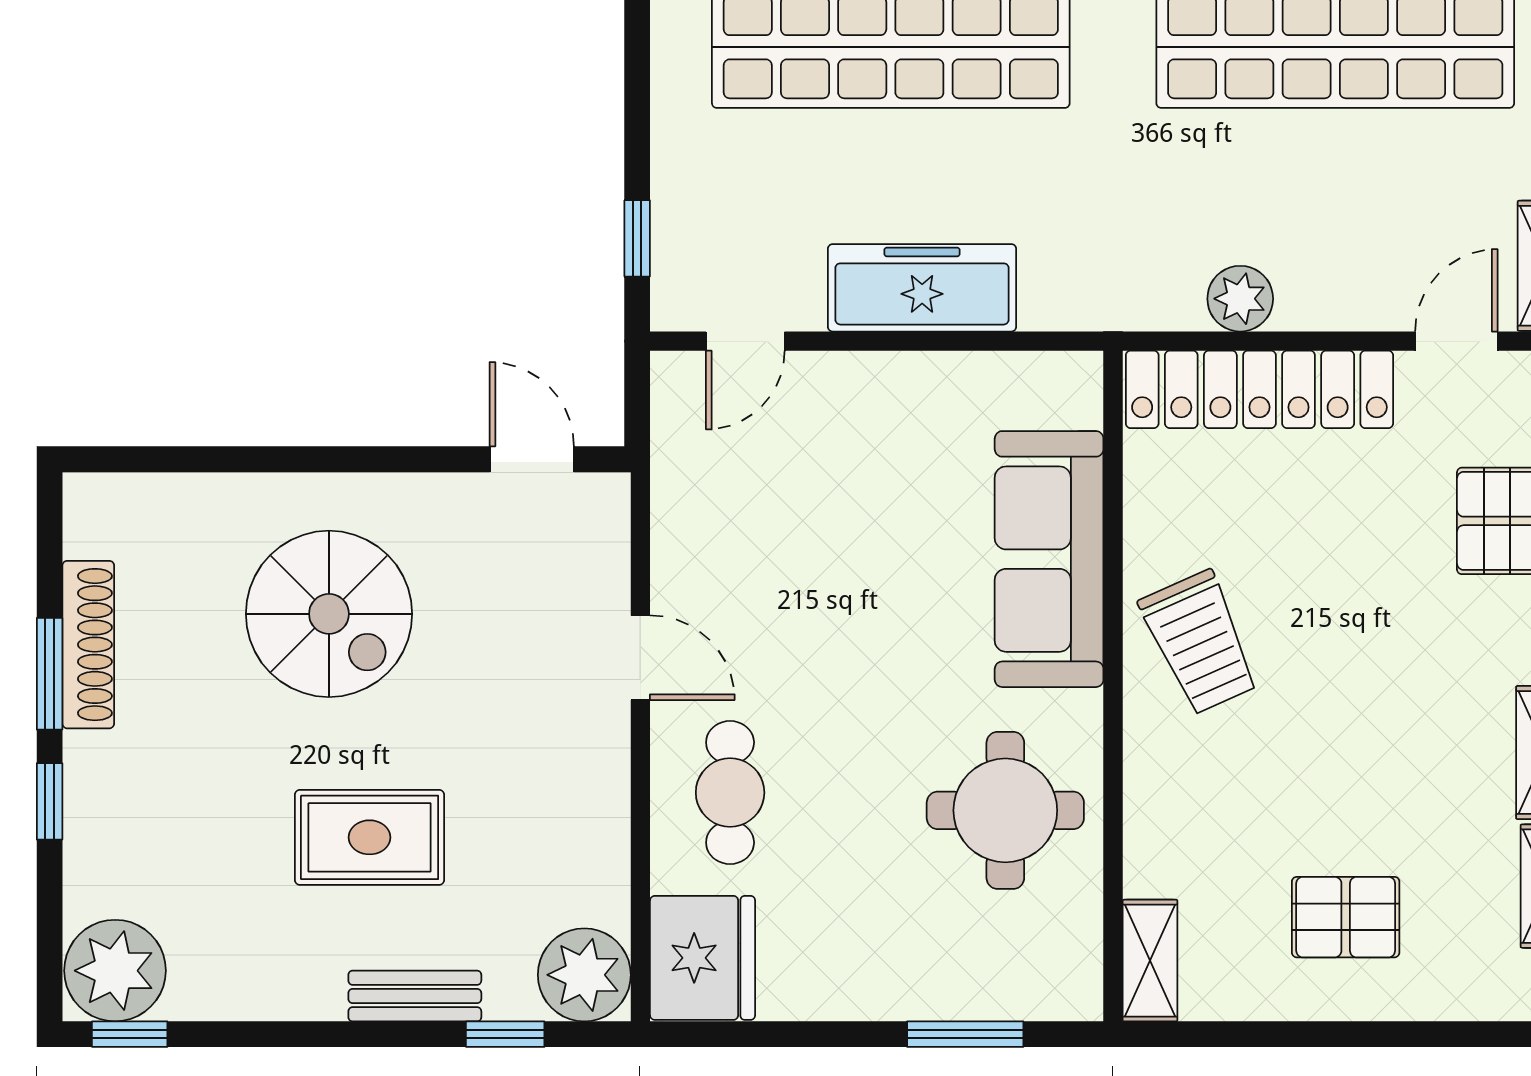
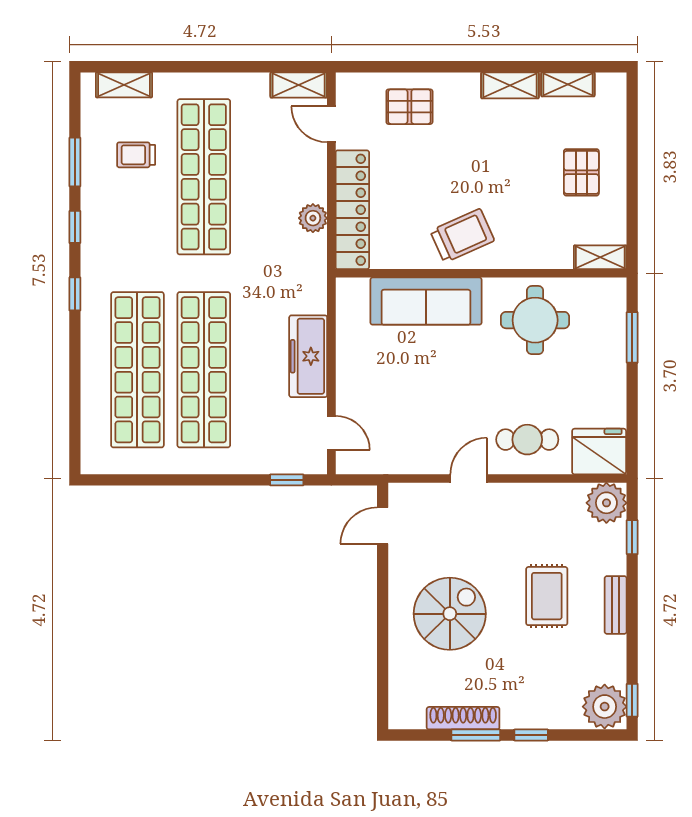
bench: (415, 996) -> (616, 605), moved

